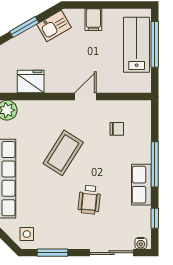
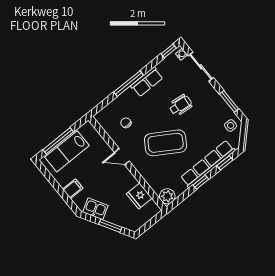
coffee table: (63, 153) -> (166, 143), width x1.36, depth x1.32
window: (155, 218) -> (169, 51), moved

